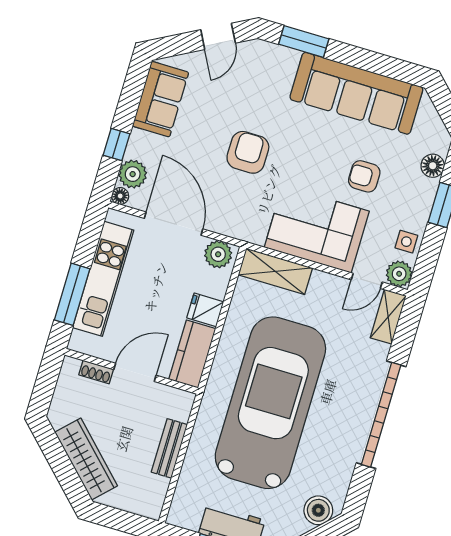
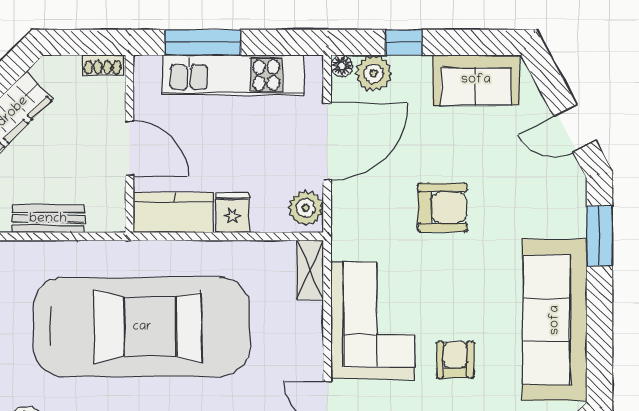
shelving: (275, 271) -> (310, 270), width x0.67, depth x0.75
shoe rack: (96, 372) -> (103, 65), moved, turned -90

